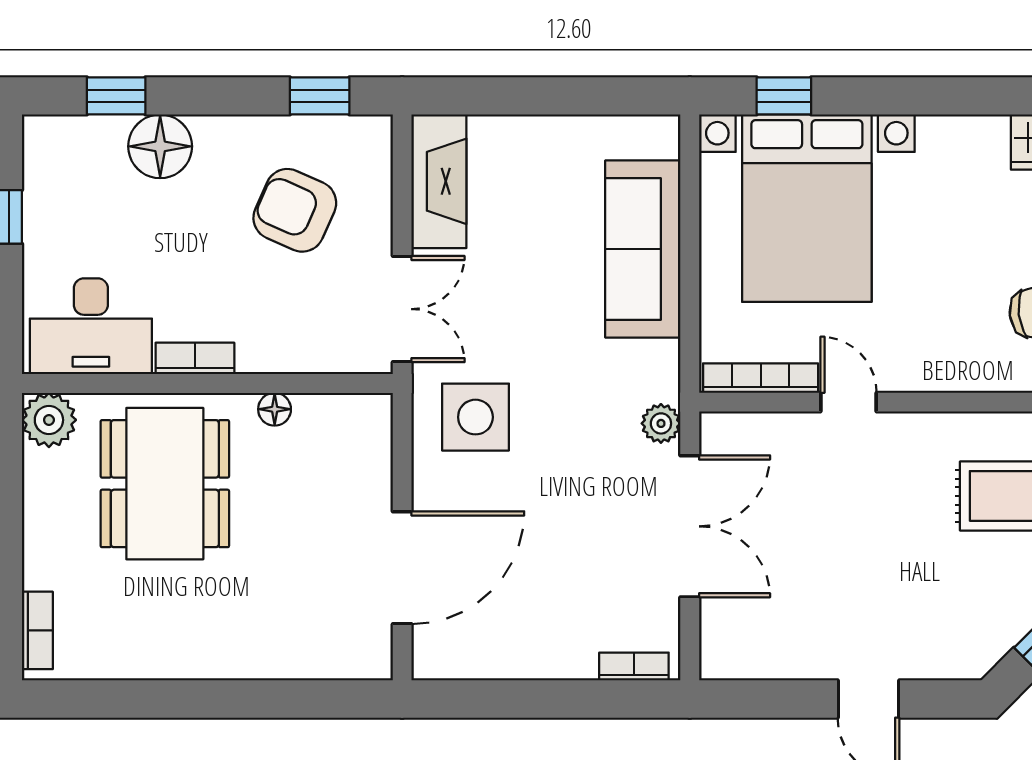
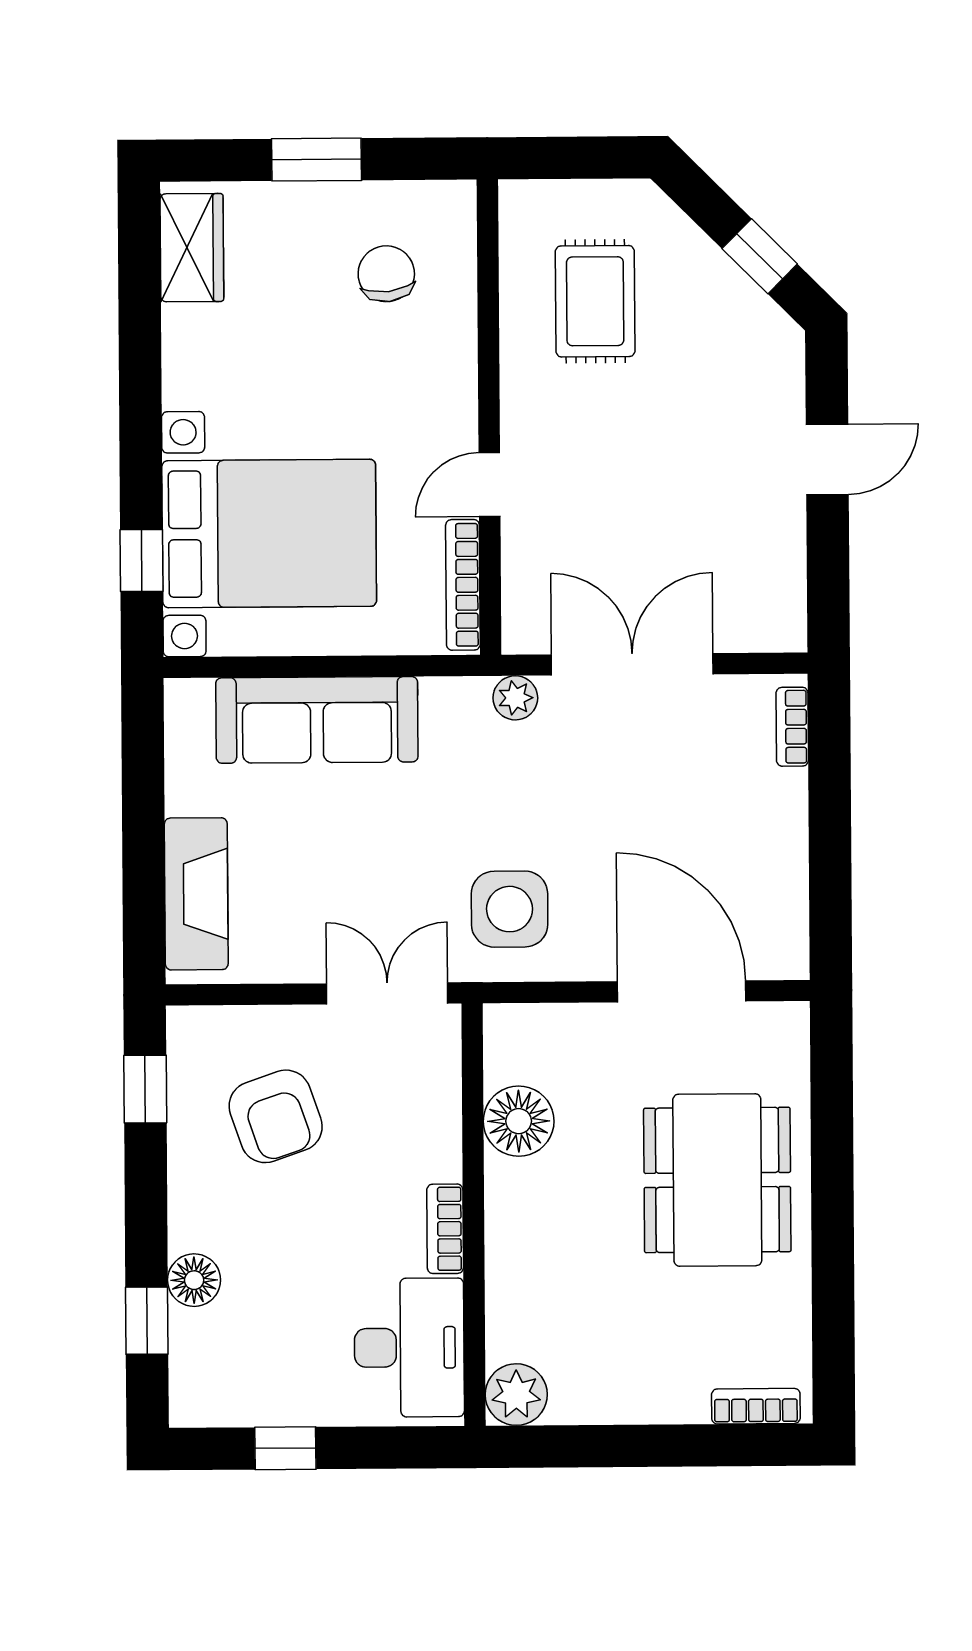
floor lamp: (160, 146) -> (194, 1280), width x0.73, depth x0.73
fireplace: (439, 181) -> (196, 894), moved, turned 90
armchair: (295, 210) -> (276, 1116), turned -43
floor lamp: (275, 409) -> (519, 1121), width x1.89, depth x1.89
dining table: (165, 484) -> (717, 1180), moved, turned 90

